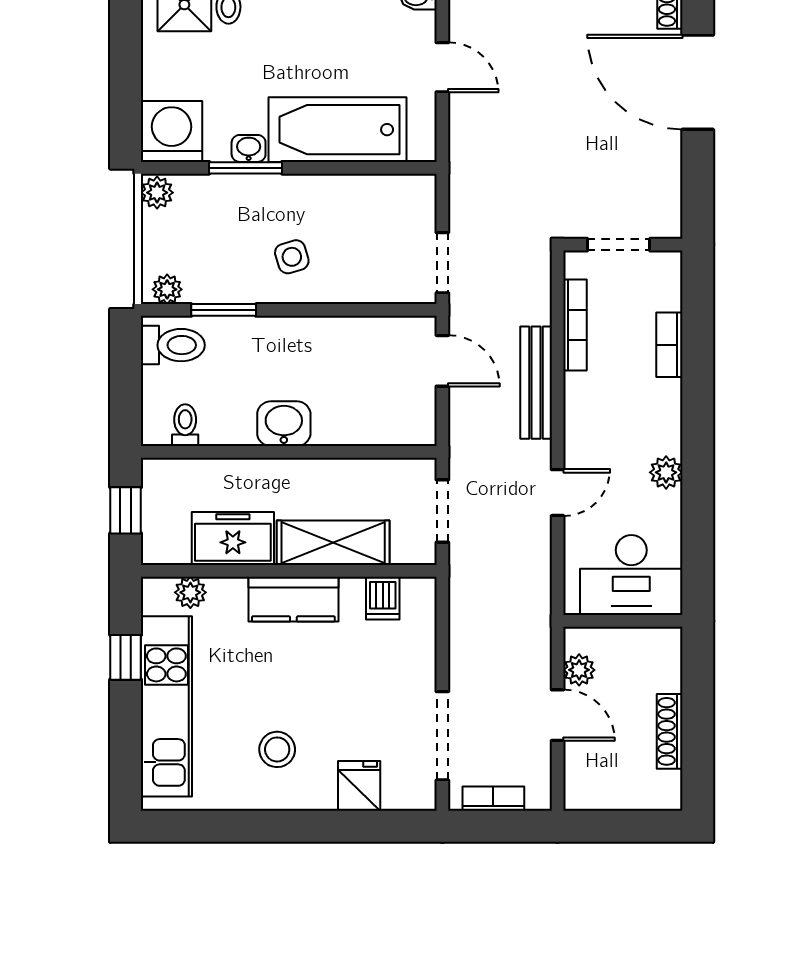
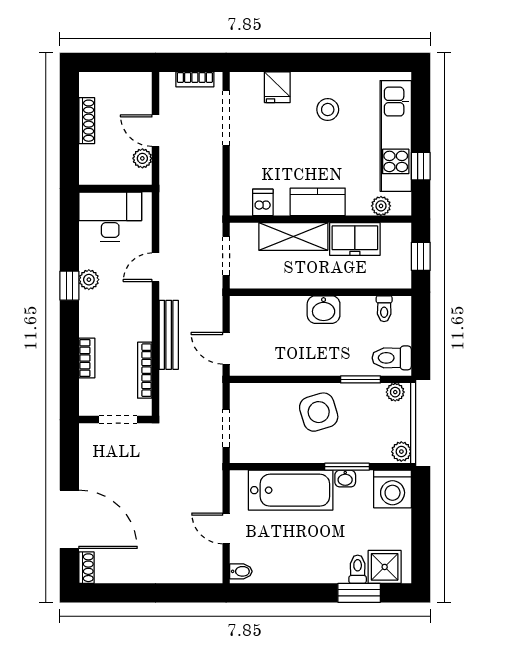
side table: (292, 257) -> (319, 412), width x1.87, depth x1.87
doorway: (442, 263) -> (226, 428), moved
window: (698, 463) -> (69, 286), added

